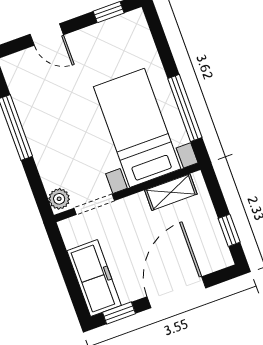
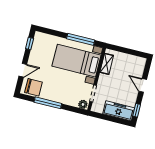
chair: (27, 78) -> (33, 87), added
window: (229, 230) -> (134, 53), removed
door: (176, 292) -> (143, 85), width x0.53

